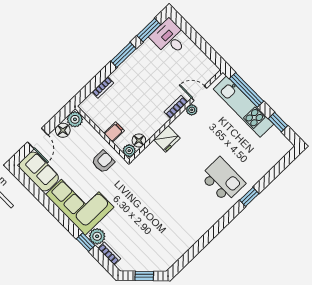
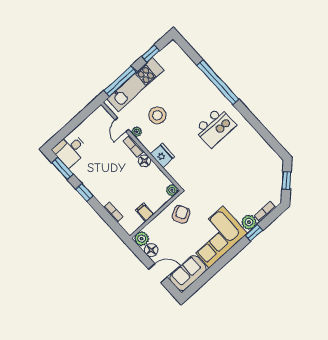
window: (124, 55) -> (84, 192), width x0.67
filing cabinet: (114, 132) -> (145, 212), moved
stool: (211, 132) -> (157, 115), added
floor lamp: (139, 140) -> (145, 161), moved
armchair: (103, 162) -> (181, 214), turned 62
kitchen island: (223, 180) -> (215, 127), moved, turned 180
window: (249, 197) -> (218, 82), width x3.17

